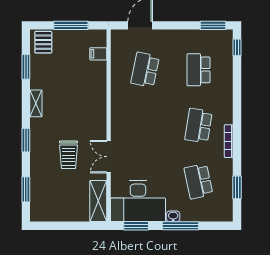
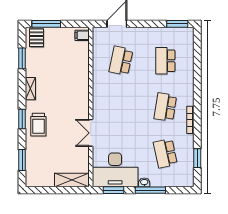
window: (71, 25) -> (46, 24), moved
window: (237, 47) -> (197, 42), removed
filing cabinet: (98, 54) -> (82, 35), moved
trolley: (68, 155) -> (38, 125), moved
shelving: (98, 201) -> (72, 180), moved, turned 90

